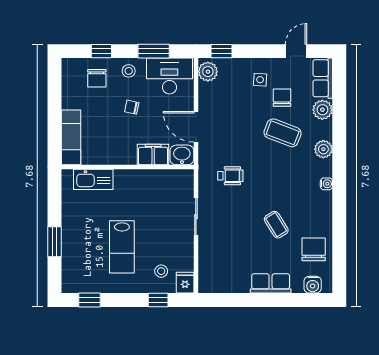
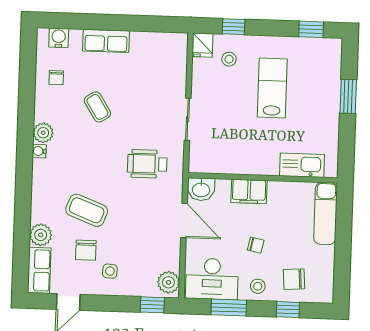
chair: (97, 78) -> (294, 279), turned -94
plant: (323, 149) -> (43, 133), moved
filing cabinet: (153, 155) -> (249, 191), moved
wheelchair: (230, 176) -> (147, 164), width x1.36, depth x1.37
chair: (314, 249) -> (56, 78), width x0.54, depth x0.54

